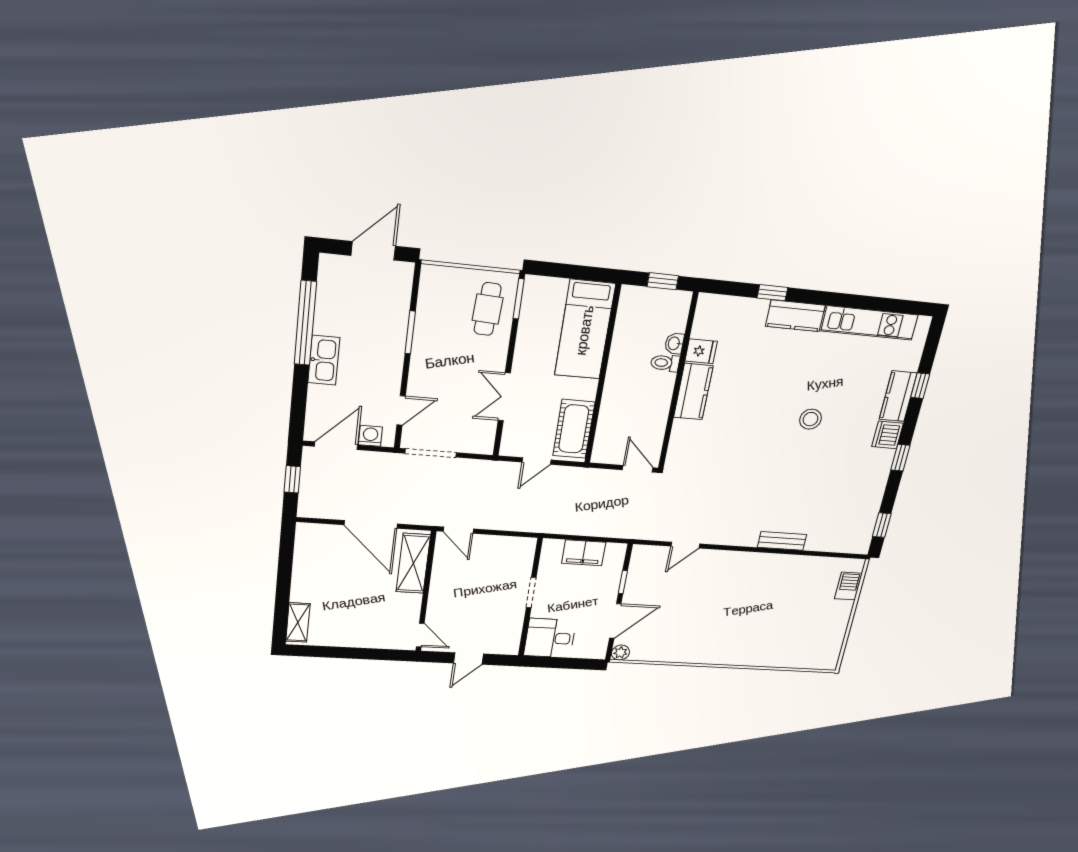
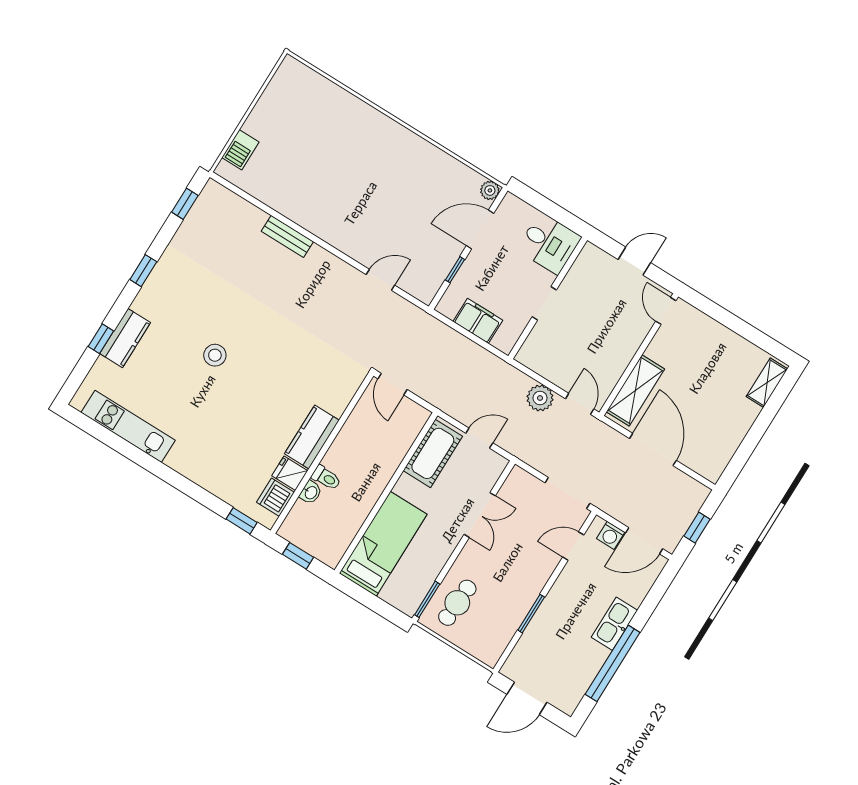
window: (772, 293) -> (242, 521), moved
kitchen counter: (795, 316) -> (193, 466), removed
dishwasher: (888, 435) -> (275, 497), moved, turned 180
plant: (497, 518) -> (540, 398), added

